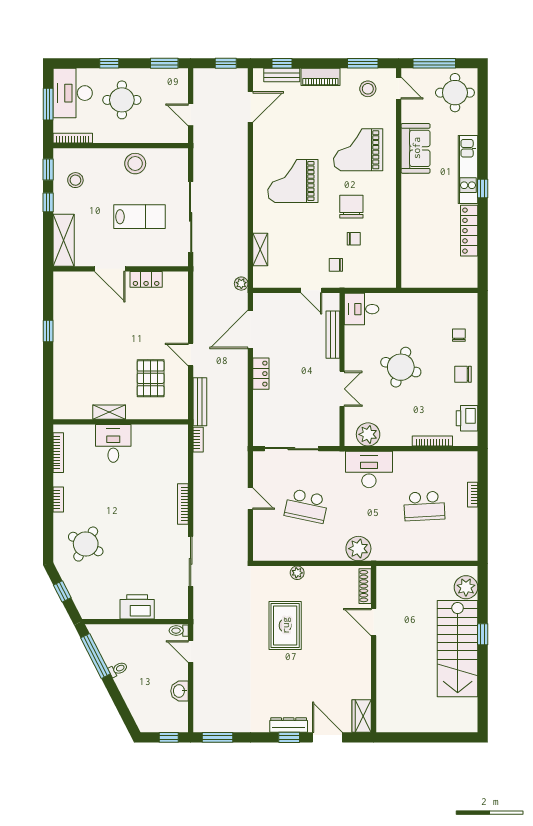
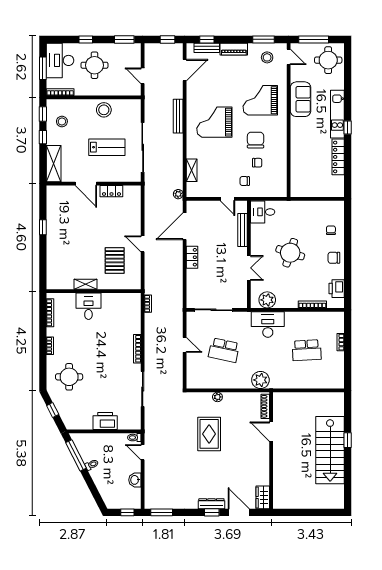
bench: (200, 402) -> (178, 116), moved
round table: (86, 544) -> (69, 377), turned -30
plant: (466, 587) -> (336, 407), removed

